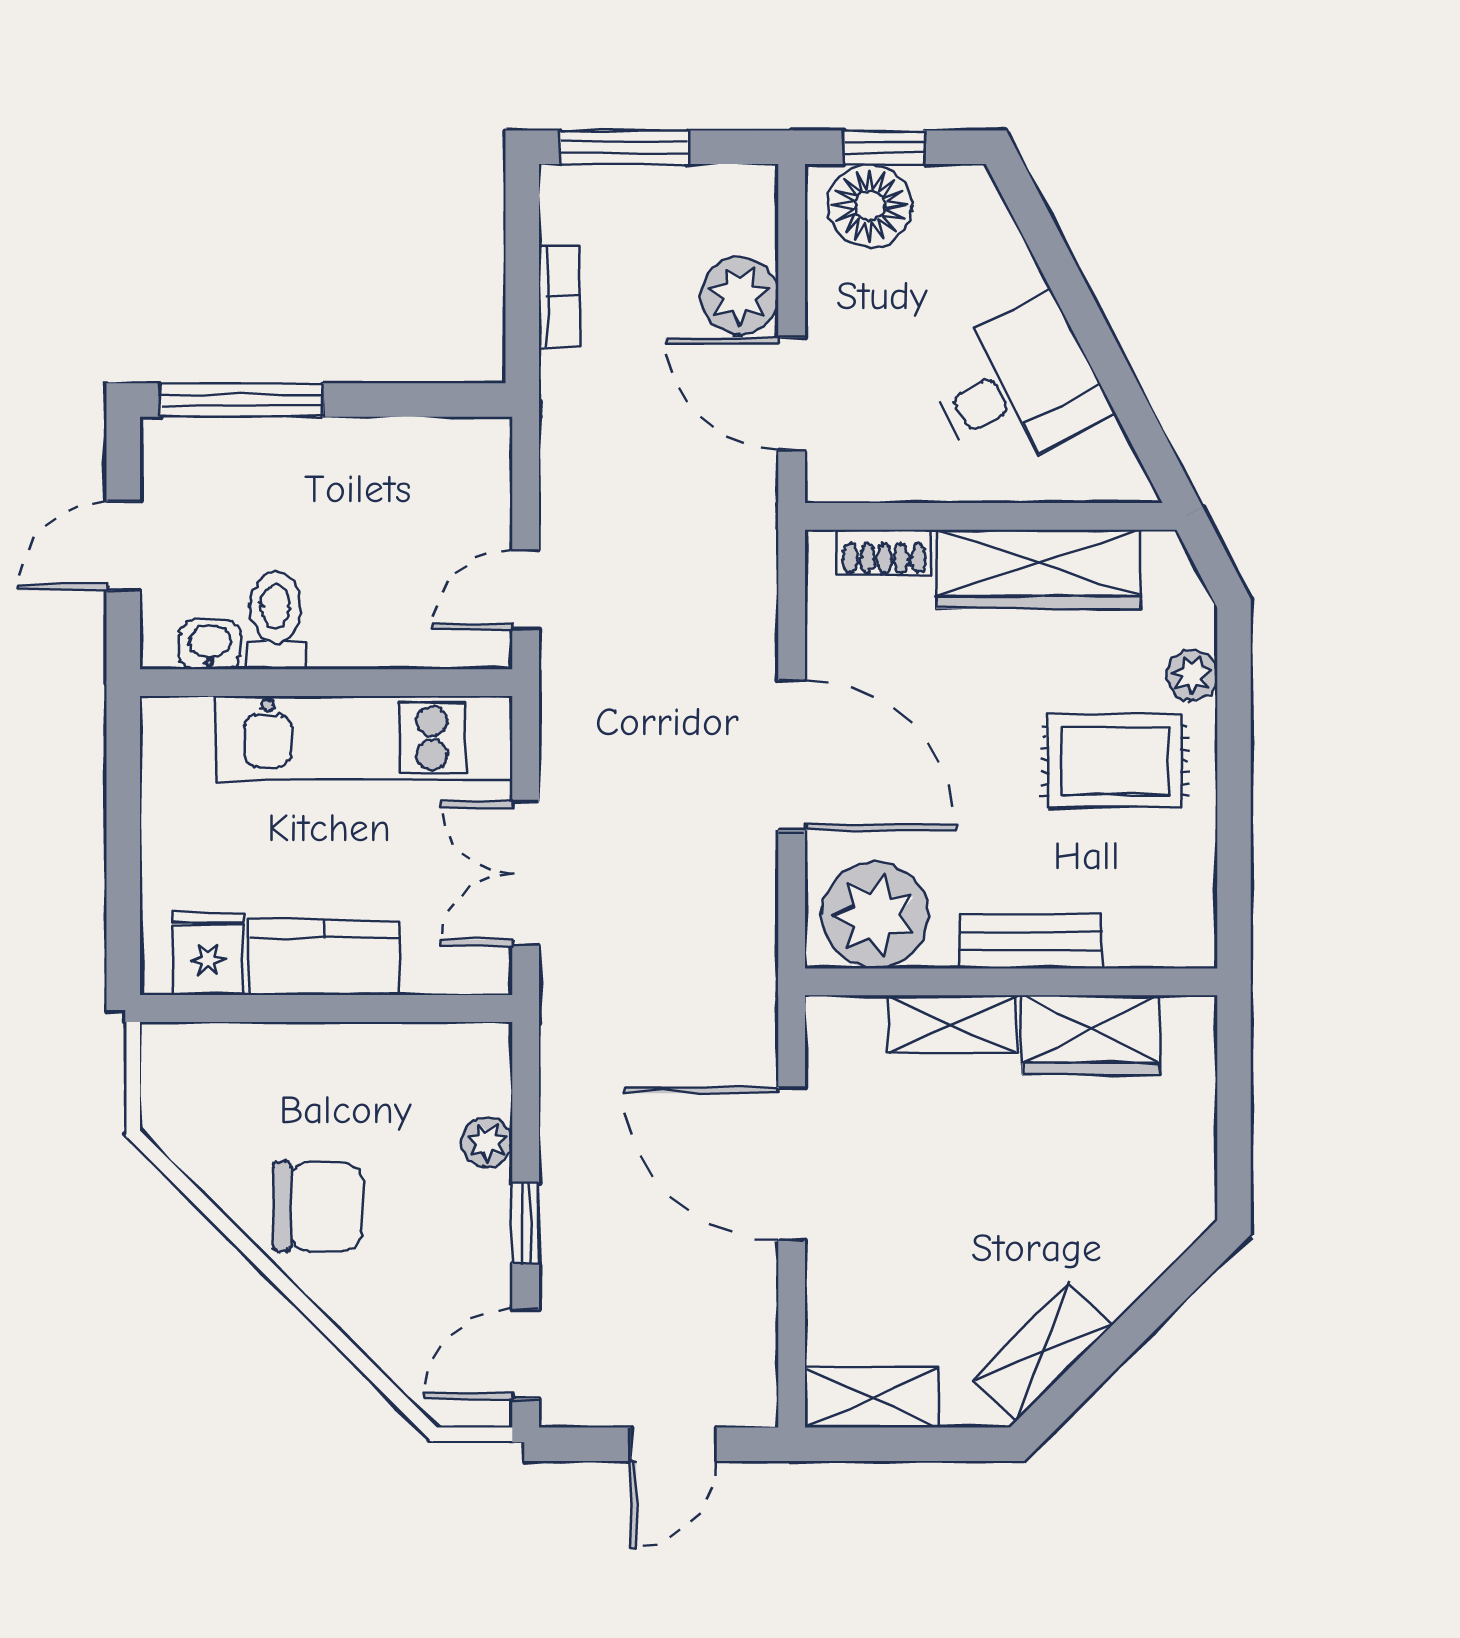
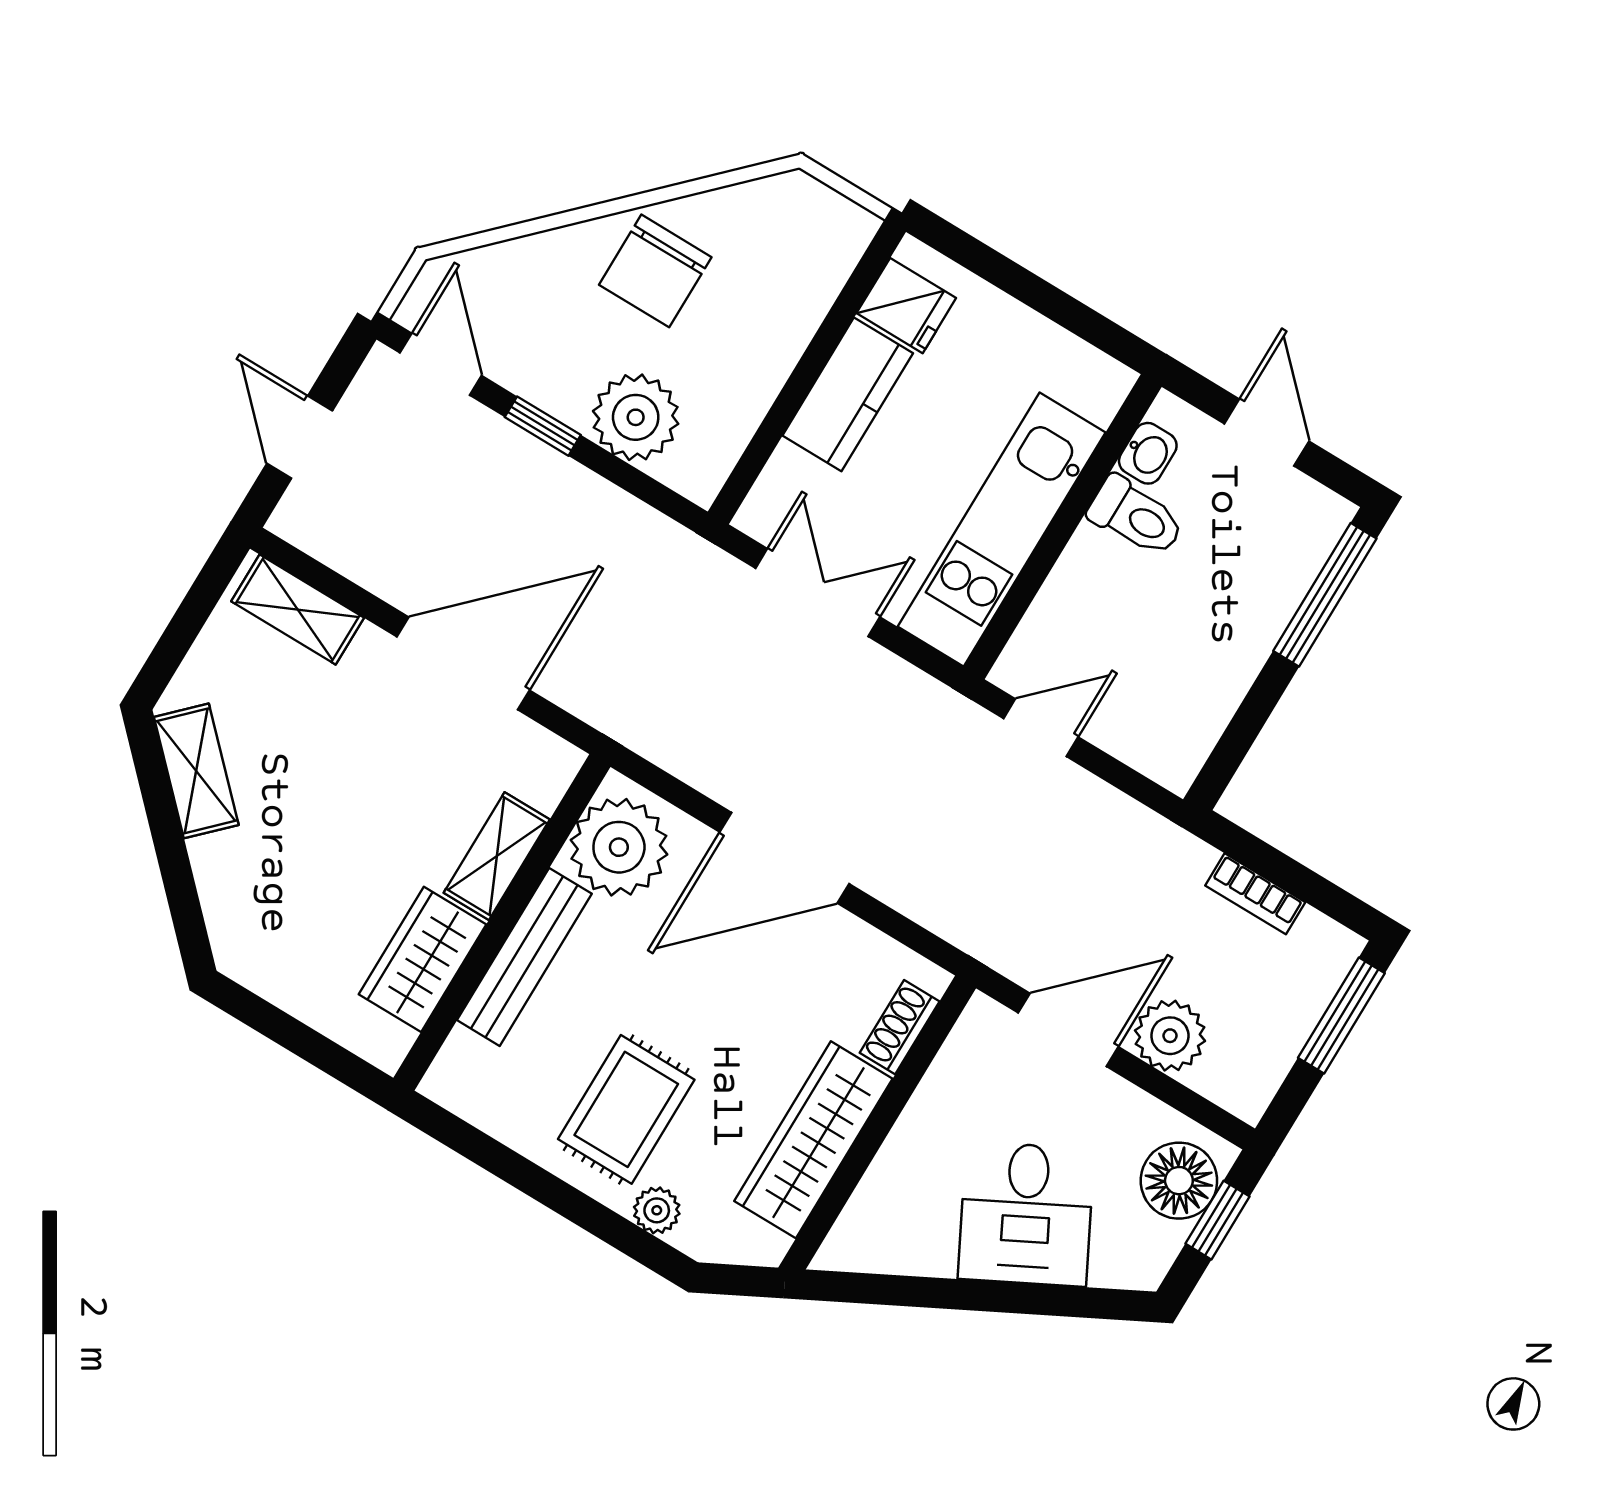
desk: (1017, 386) -> (1026, 1214), moved
door: (526, 590) -> (1041, 728), hinge flipped
bench: (1031, 941) -> (524, 957), width x1.36
plant: (487, 1142) -> (636, 417), width x1.87, depth x1.87
shelving: (871, 1398) -> (298, 610), moved, turned 90

